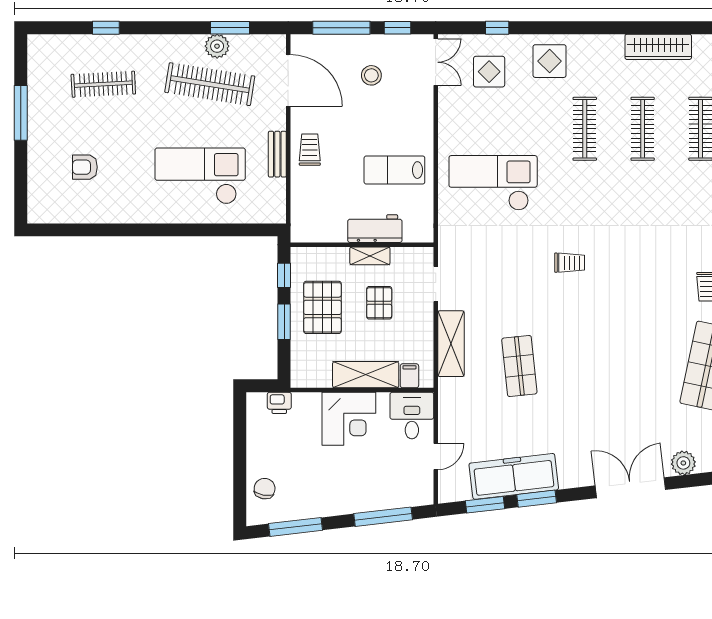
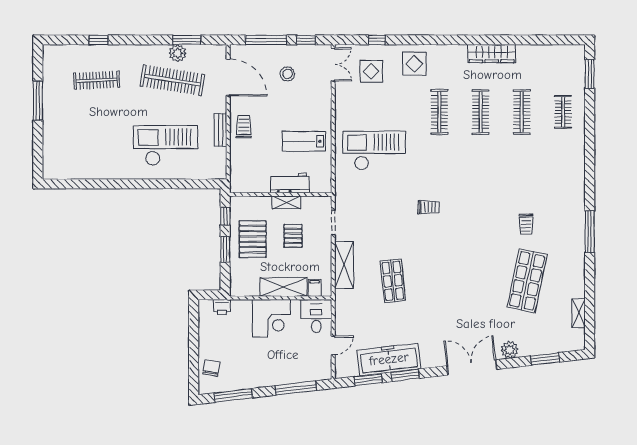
armchair: (85, 167) -> (83, 139), removed

